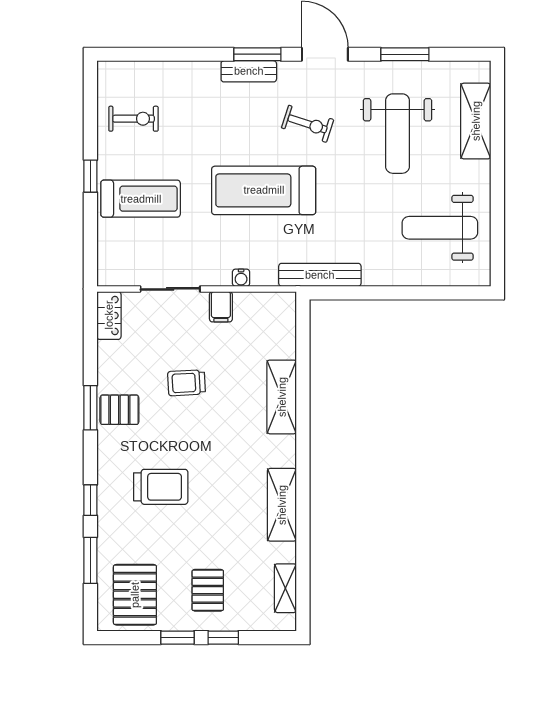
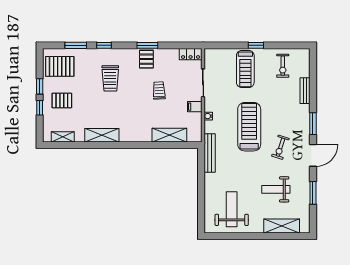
bench: (249, 71) -> (305, 91), moved
weight bench: (397, 134) -> (276, 189), width x0.73, depth x0.75
shelving: (282, 397) -> (169, 135), moved

